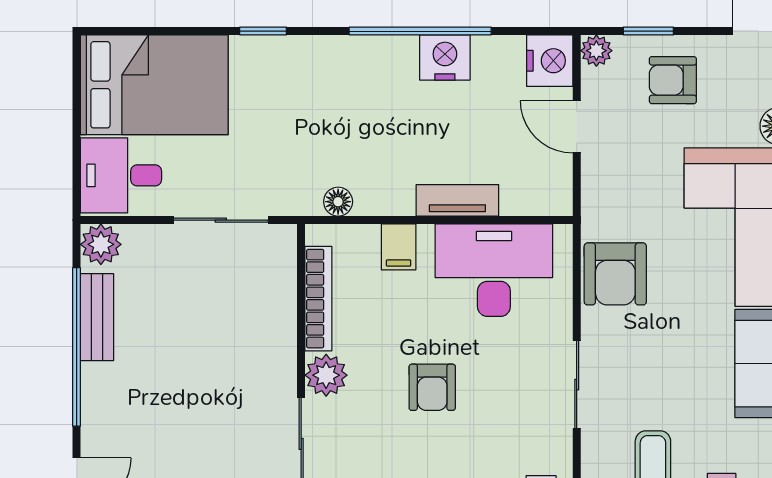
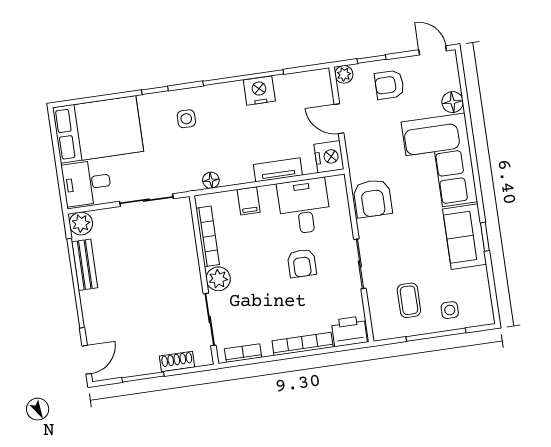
nightstand: (550, 61) -> (329, 157), moved
side table: (311, 88) -> (186, 119), added
desk: (494, 270) -> (304, 206), width x0.73
armchair: (432, 387) -> (302, 263), moved

